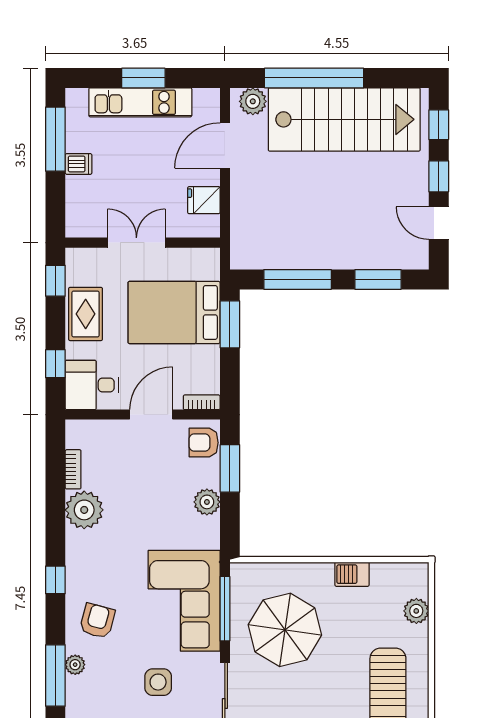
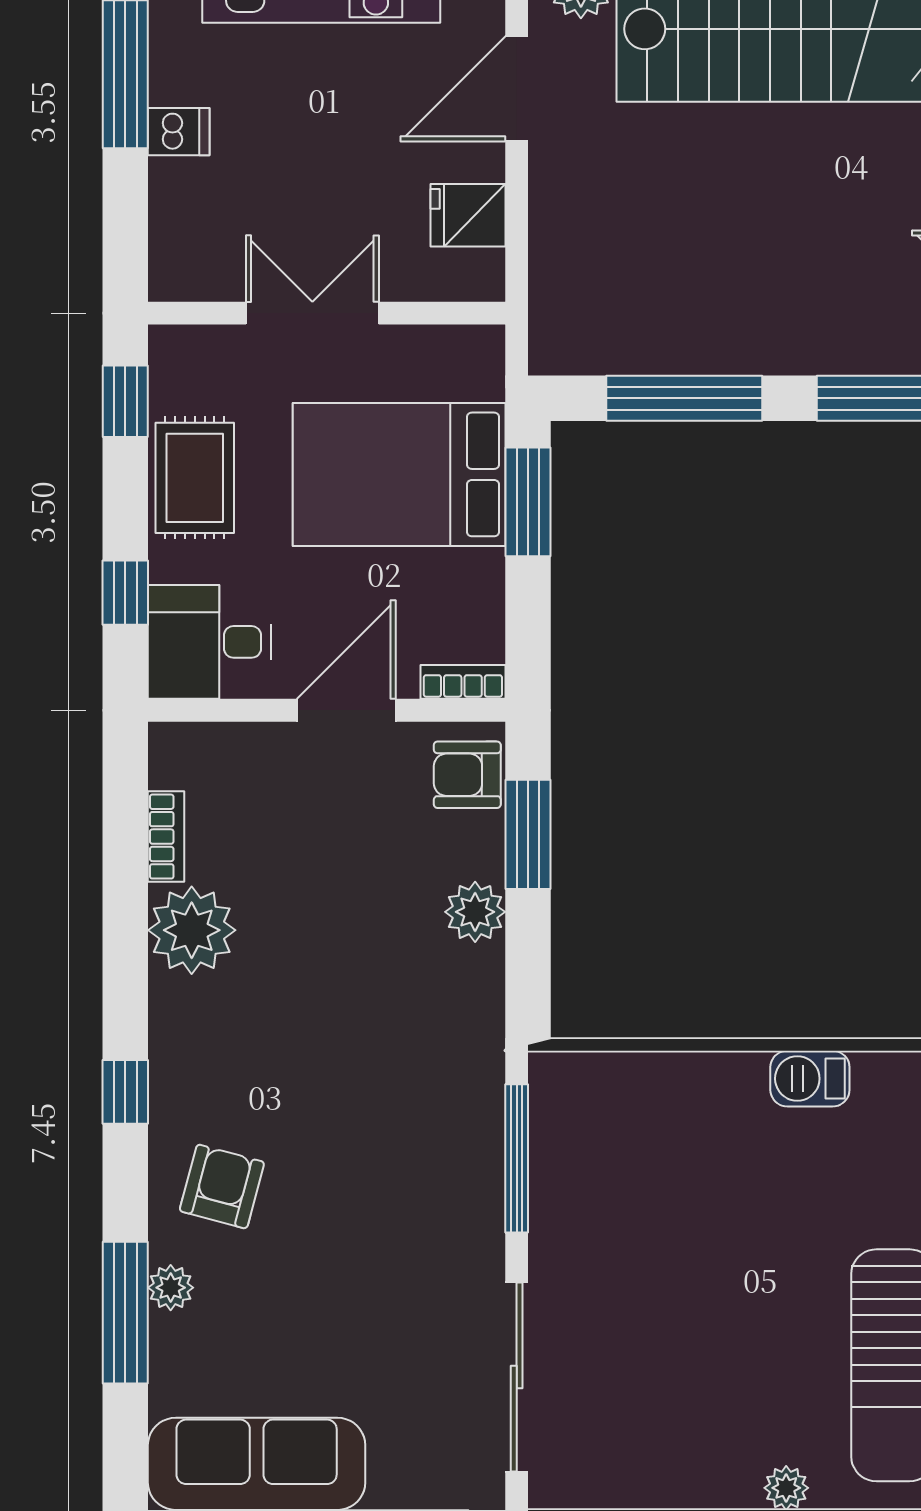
corner sofa: (184, 601) -> (422, 1140), removed
parasol: (285, 630) -> (655, 1207), removed
side table: (158, 682) -> (362, 1328), removed

